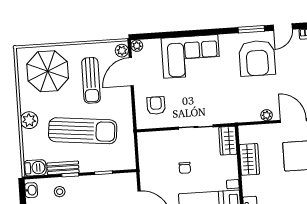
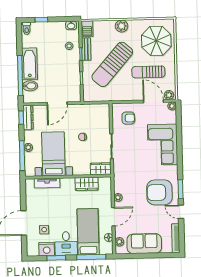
sun lounger: (83, 131) -> (112, 64), turned 35

